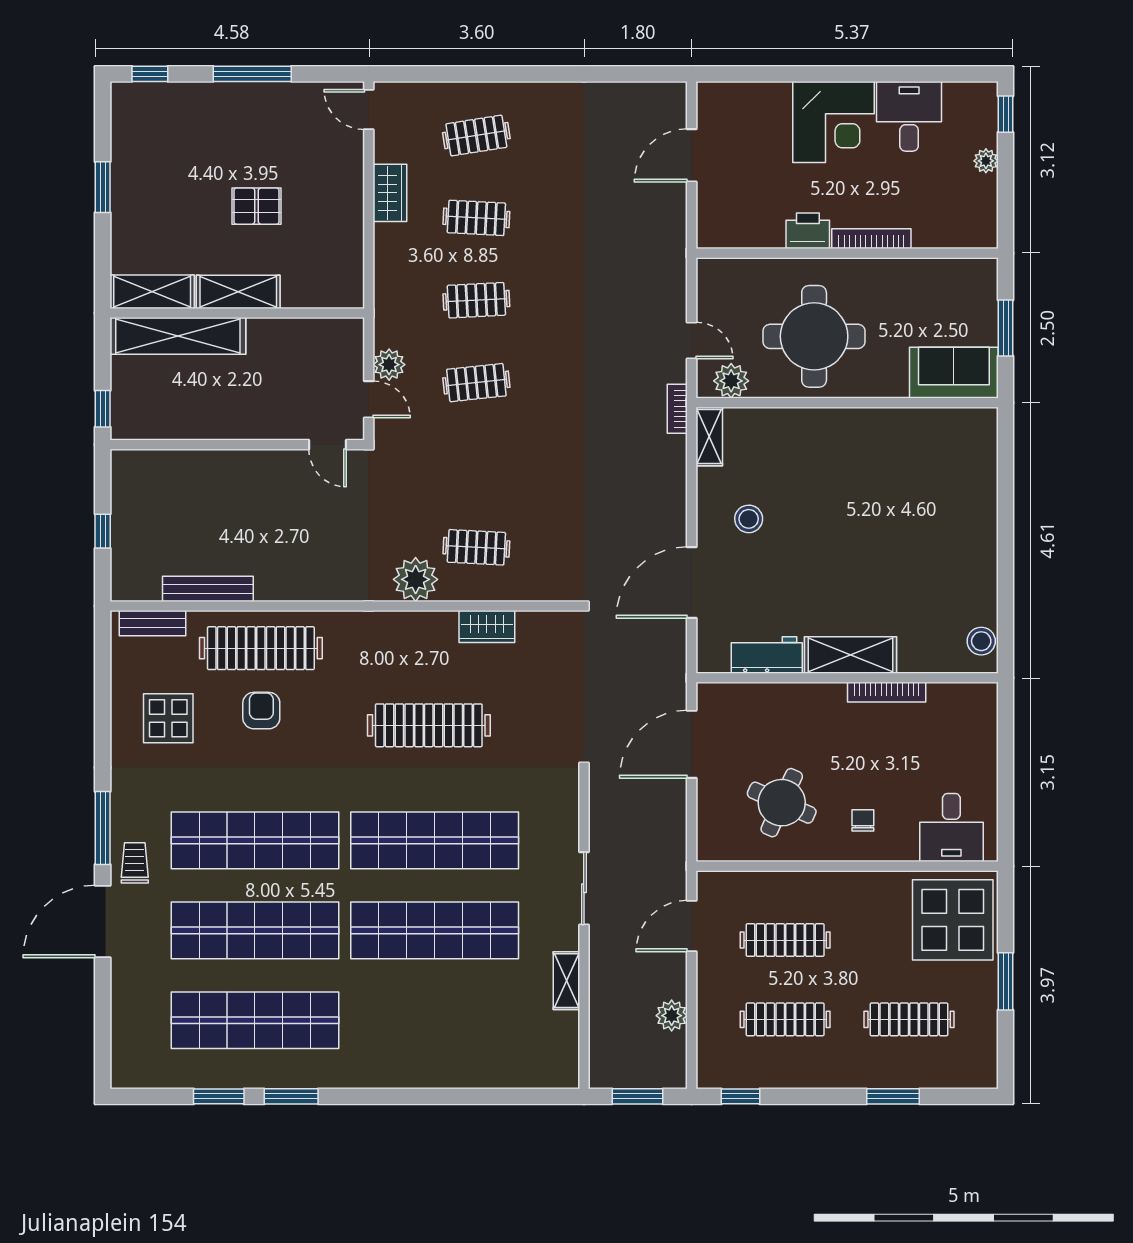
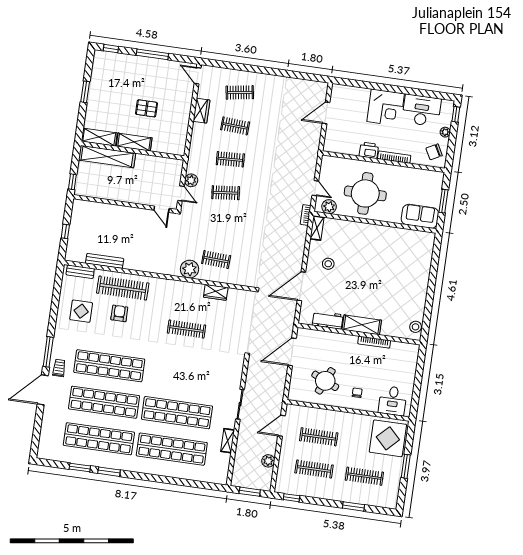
desk: (909, 116) -> (421, 110), width x1.37
chair: (966, 212) -> (434, 152), added
clothes rail: (429, 725) -> (186, 329), width x0.73, depth x0.76
shop shelf: (435, 840) -> (172, 449), moved

